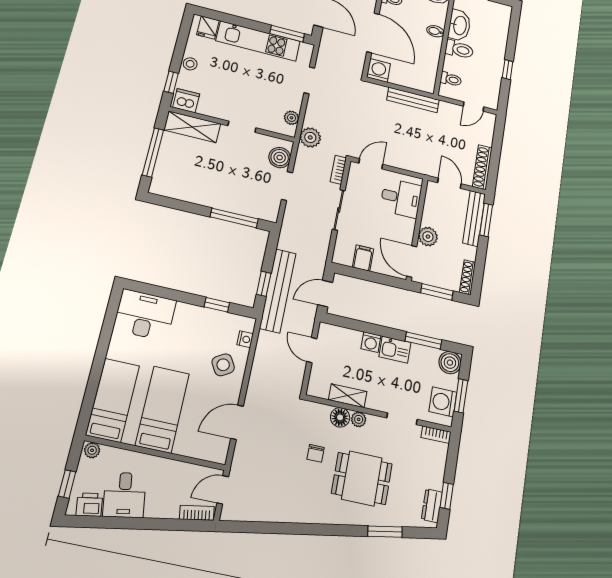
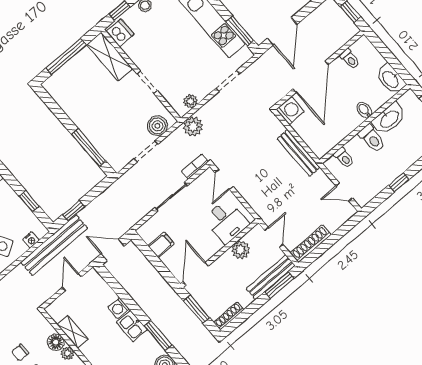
door: (371, 164) -> (224, 179), swing flipped
plant: (428, 237) -> (241, 250), moved
bench: (278, 291) -> (54, 245), moved

